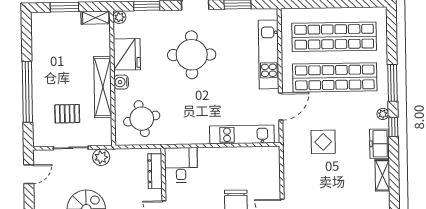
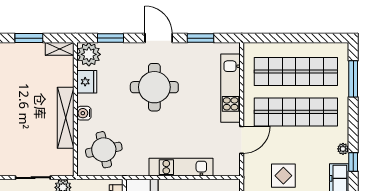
plant: (119, 17) -> (89, 54), width x1.88, depth x1.88
fridge: (127, 54) -> (87, 82), width x0.73, depth x0.75
window: (392, 83) -> (353, 79), moved
pallet: (67, 114) -> (30, 144), removed
kitchen unit: (242, 135) -> (181, 167), moved

